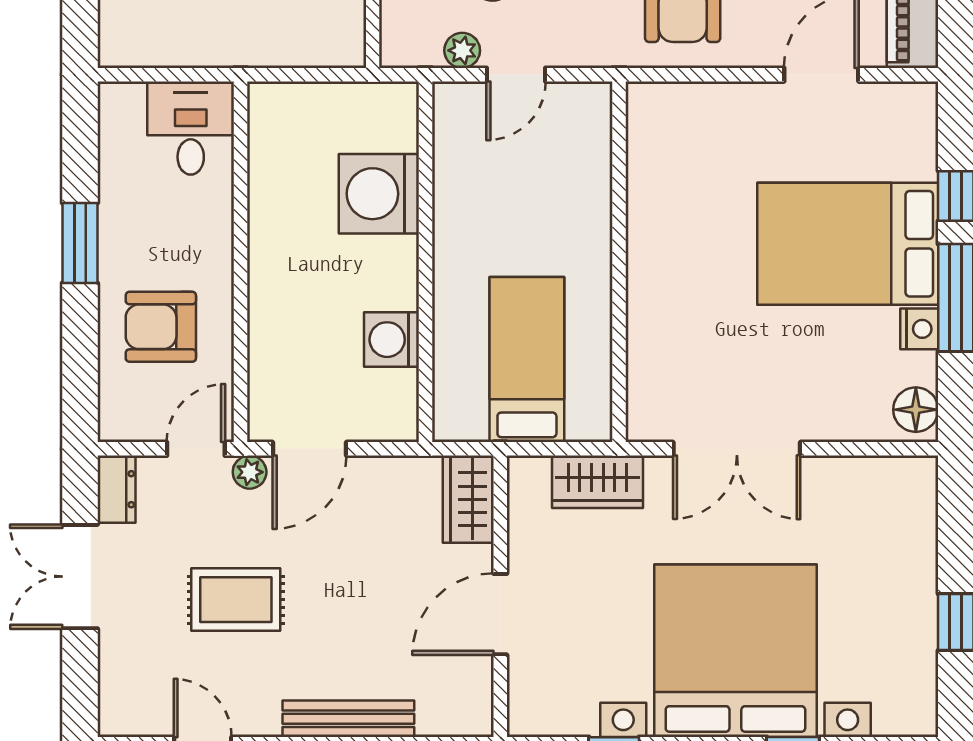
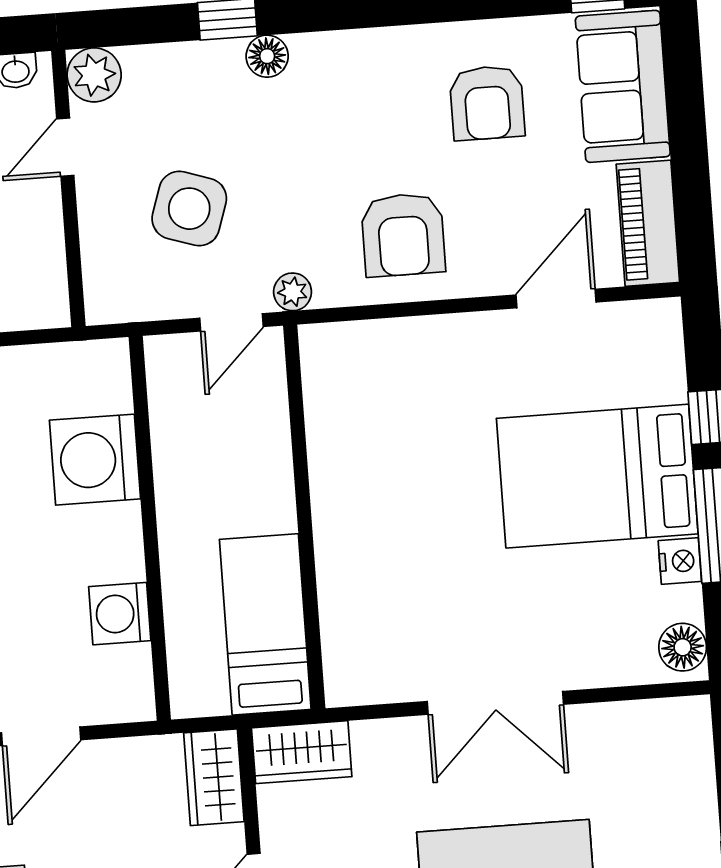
plant: (462, 50) -> (293, 292), moved
wall: (619, 262) -> (304, 517), moved
wardrobe: (597, 482) -> (302, 752), moved

